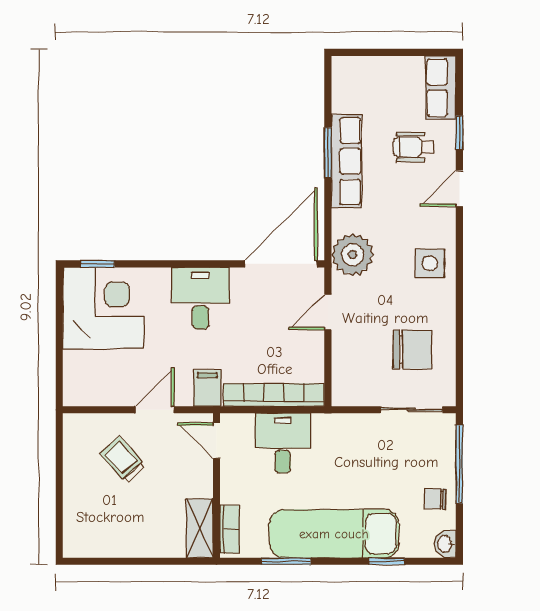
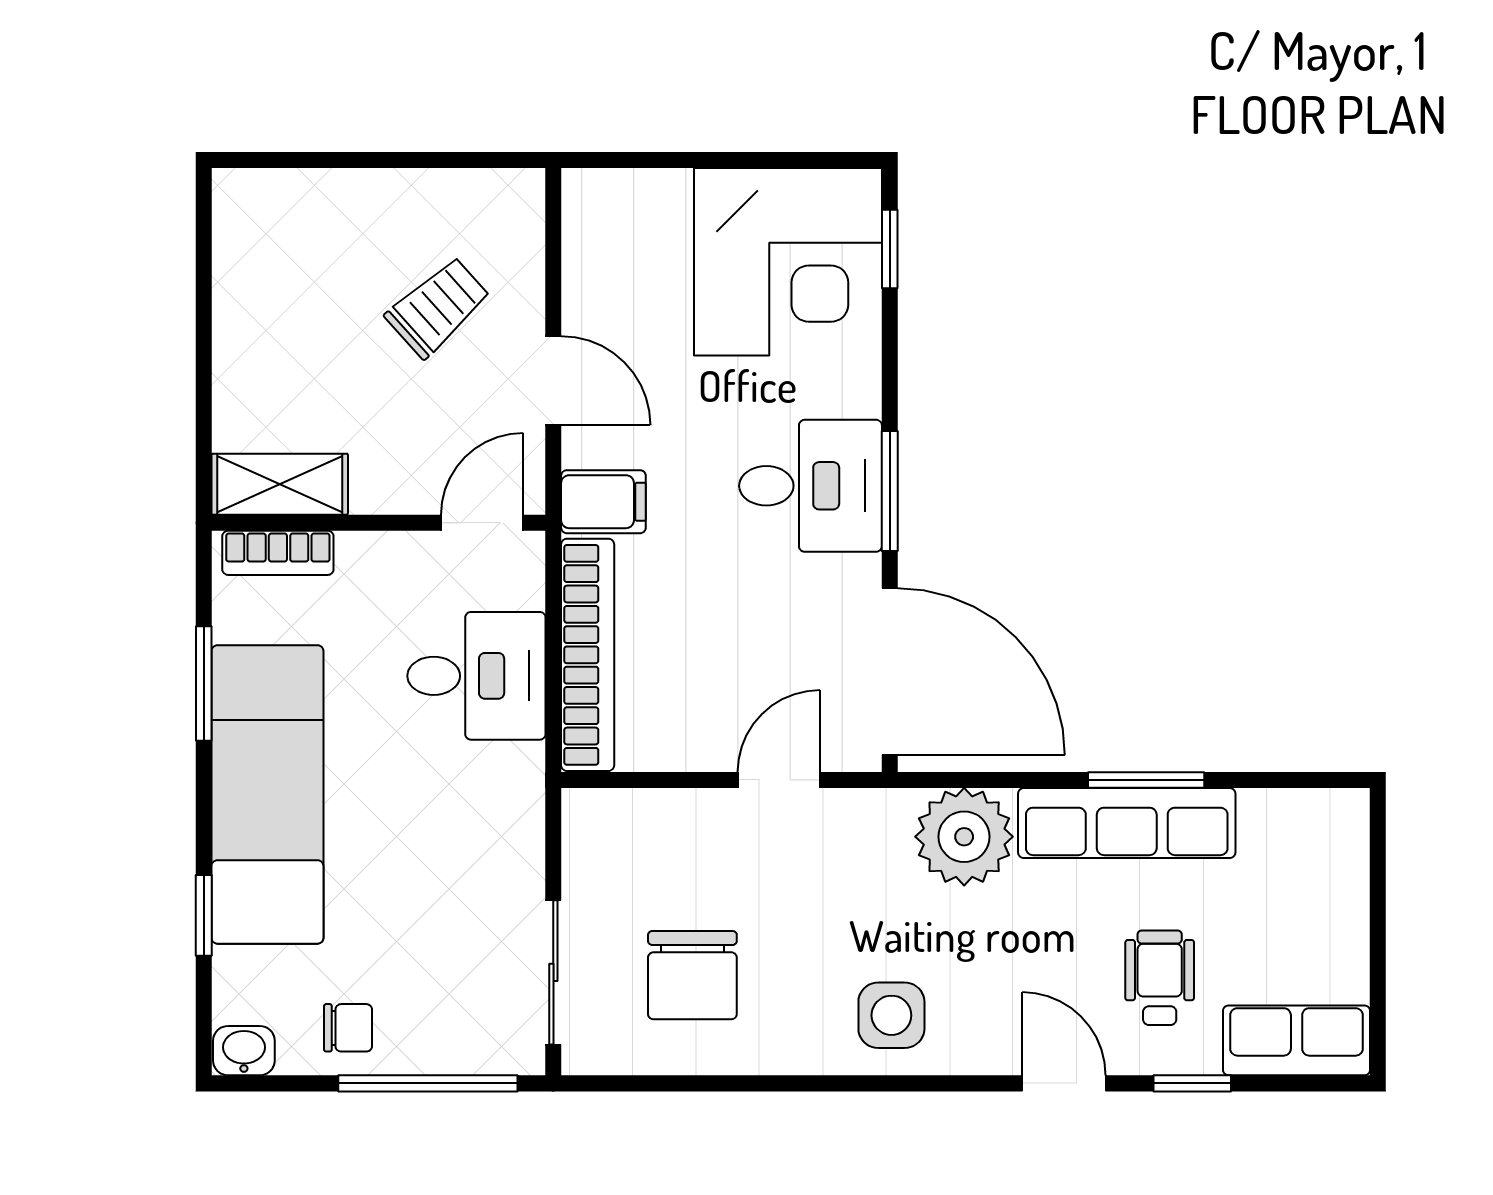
plant: (353, 255) -> (964, 837), moved
window: (203, 264) -> (890, 491), added
door: (328, 312) -> (779, 780), hinge flipped
chair: (435, 499) -> (348, 1028), turned 88

